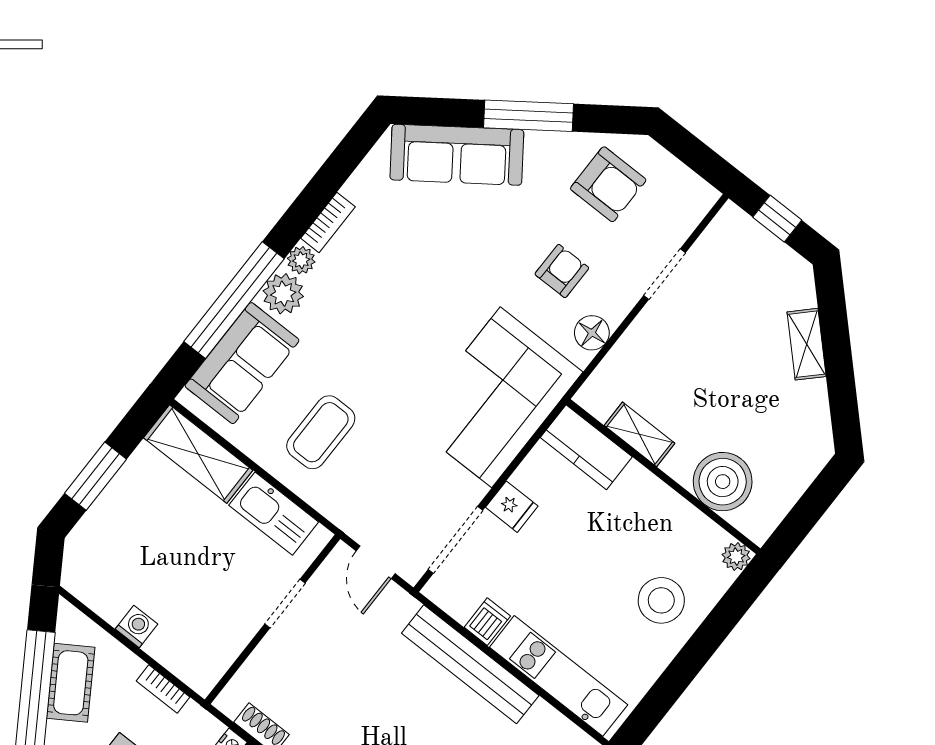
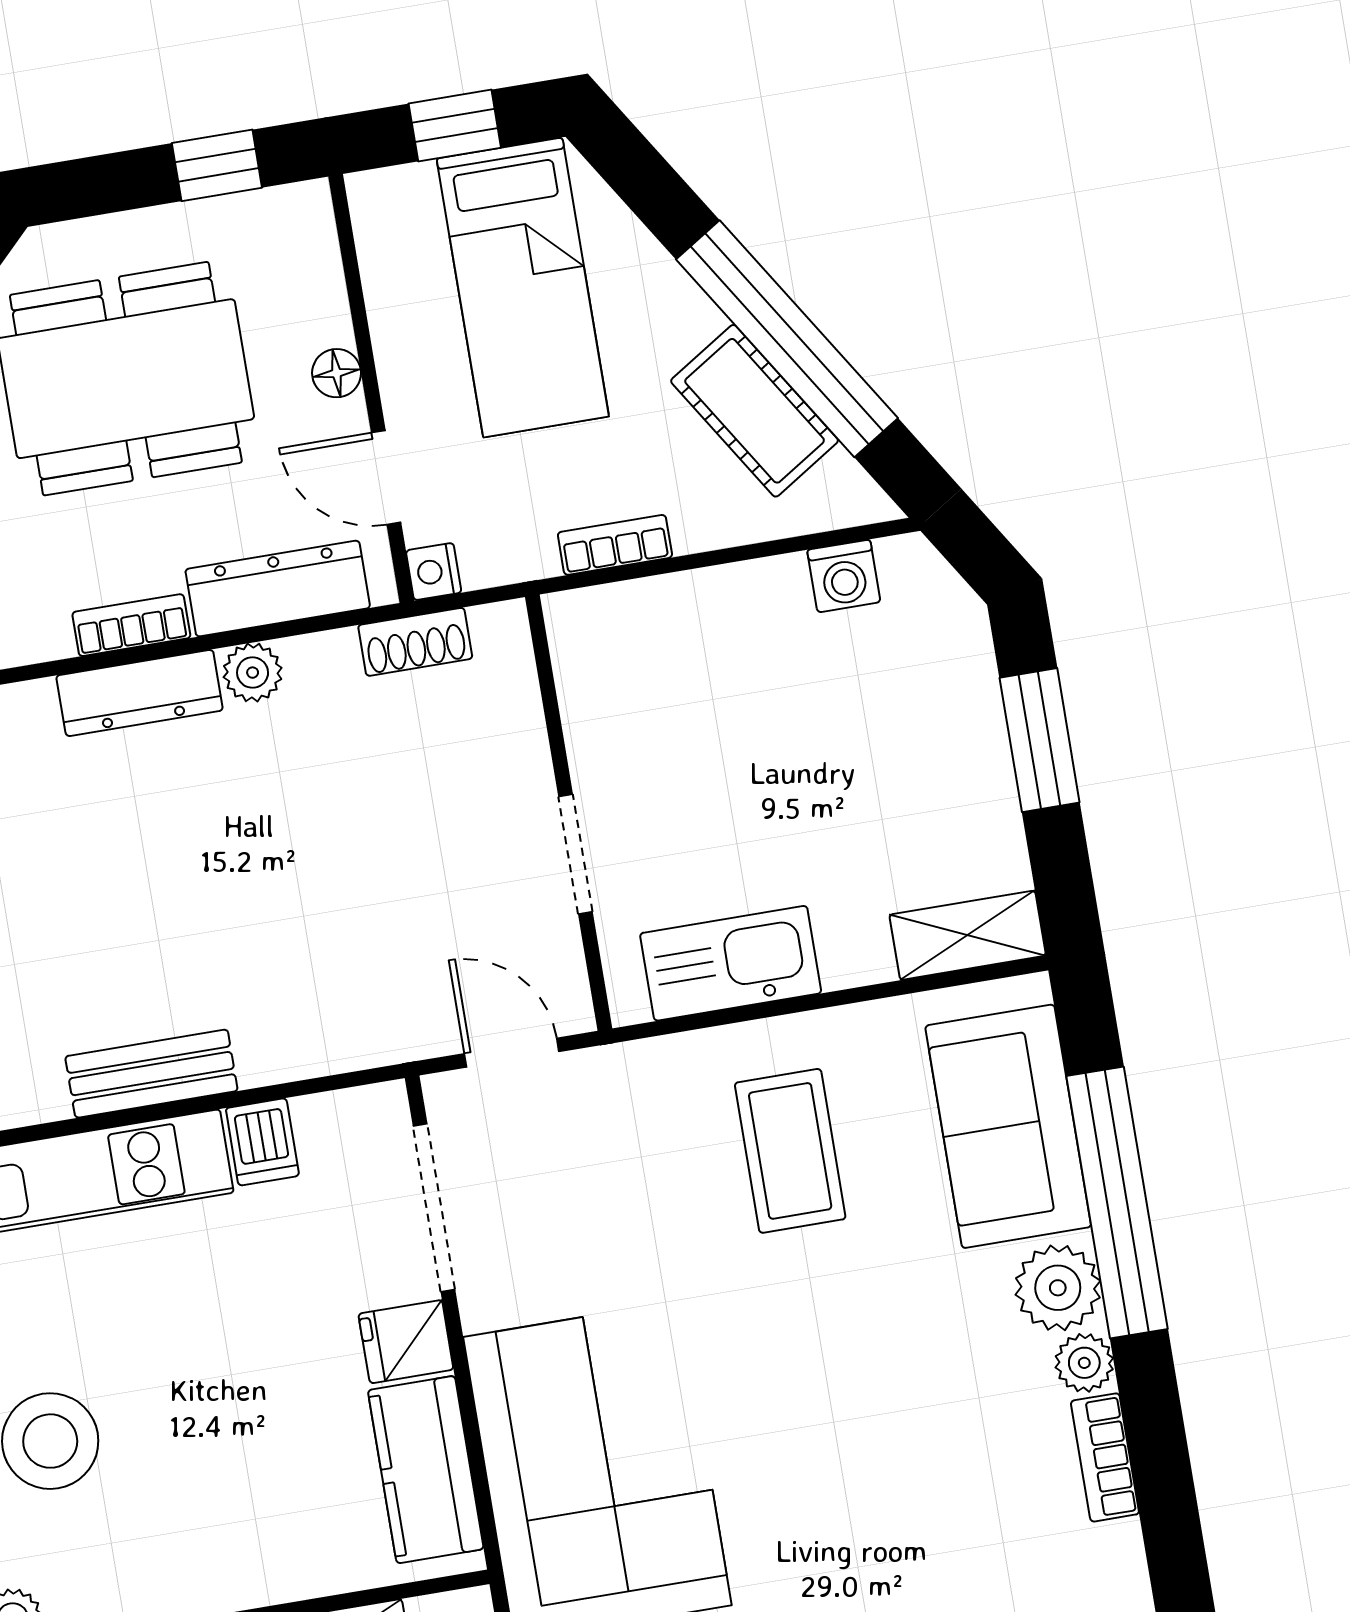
kitchen counter: (586, 447) -> (426, 1470), moved, turned -90
shelving: (198, 454) -> (968, 935), width x0.67, depth x0.75
washing machine: (137, 627) -> (844, 576), moved
bench: (470, 664) -> (151, 1074), width x0.54, depth x0.82

